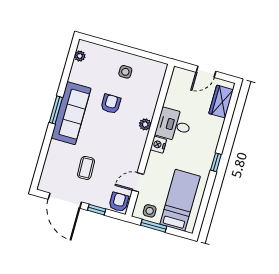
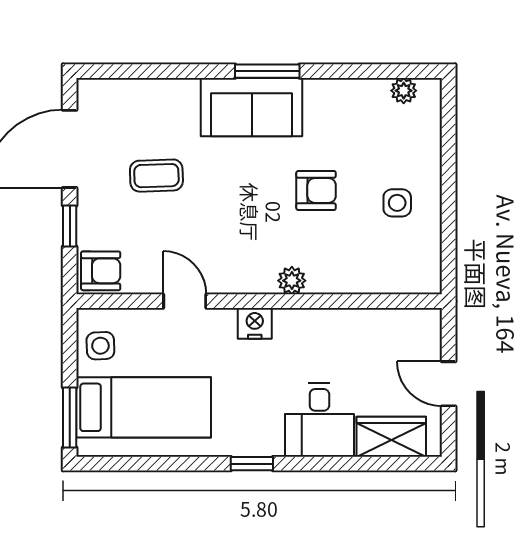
sofa: (71, 113) -> (252, 107), width x0.73
desk: (174, 125) -> (319, 420), moved, turned 180
door: (138, 182) -> (185, 301), moved
window: (154, 226) -> (70, 418), moved

